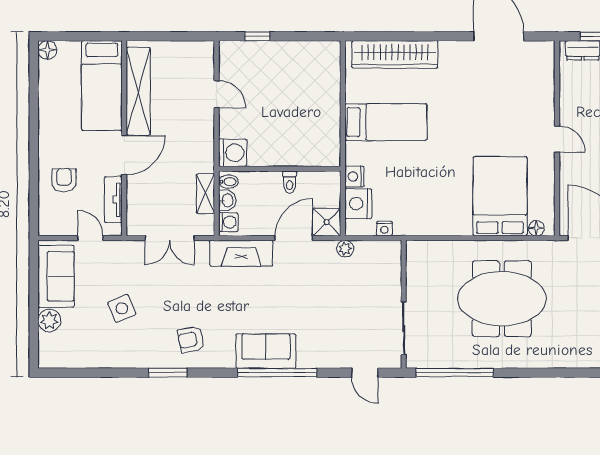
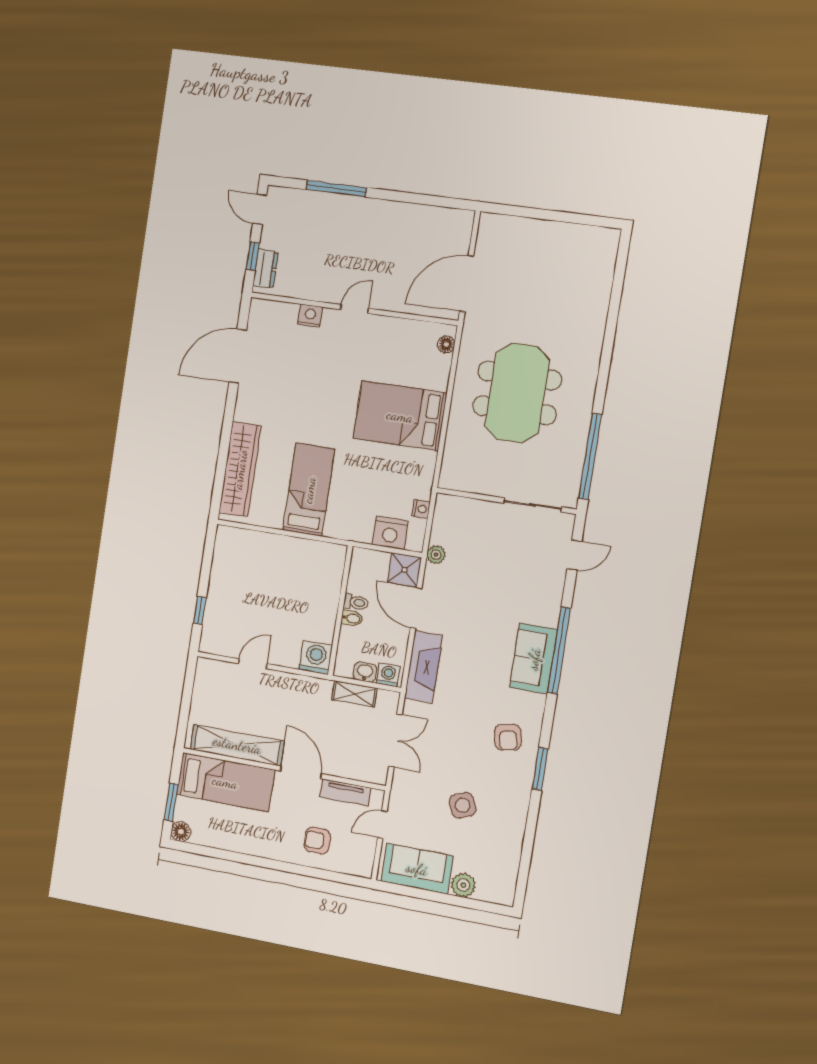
window: (73, 36) -> (171, 802), added
nightstand: (354, 177) -> (310, 316), moved, turned 180
bidet: (228, 182) -> (352, 618), moved, turned 90
bed: (500, 196) -> (400, 416), moved

